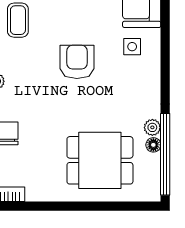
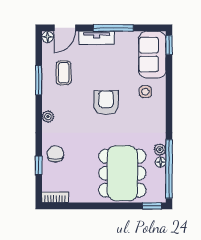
dining table: (100, 160) -> (122, 173), width x1.37
window: (141, 206) -> (152, 206), added

